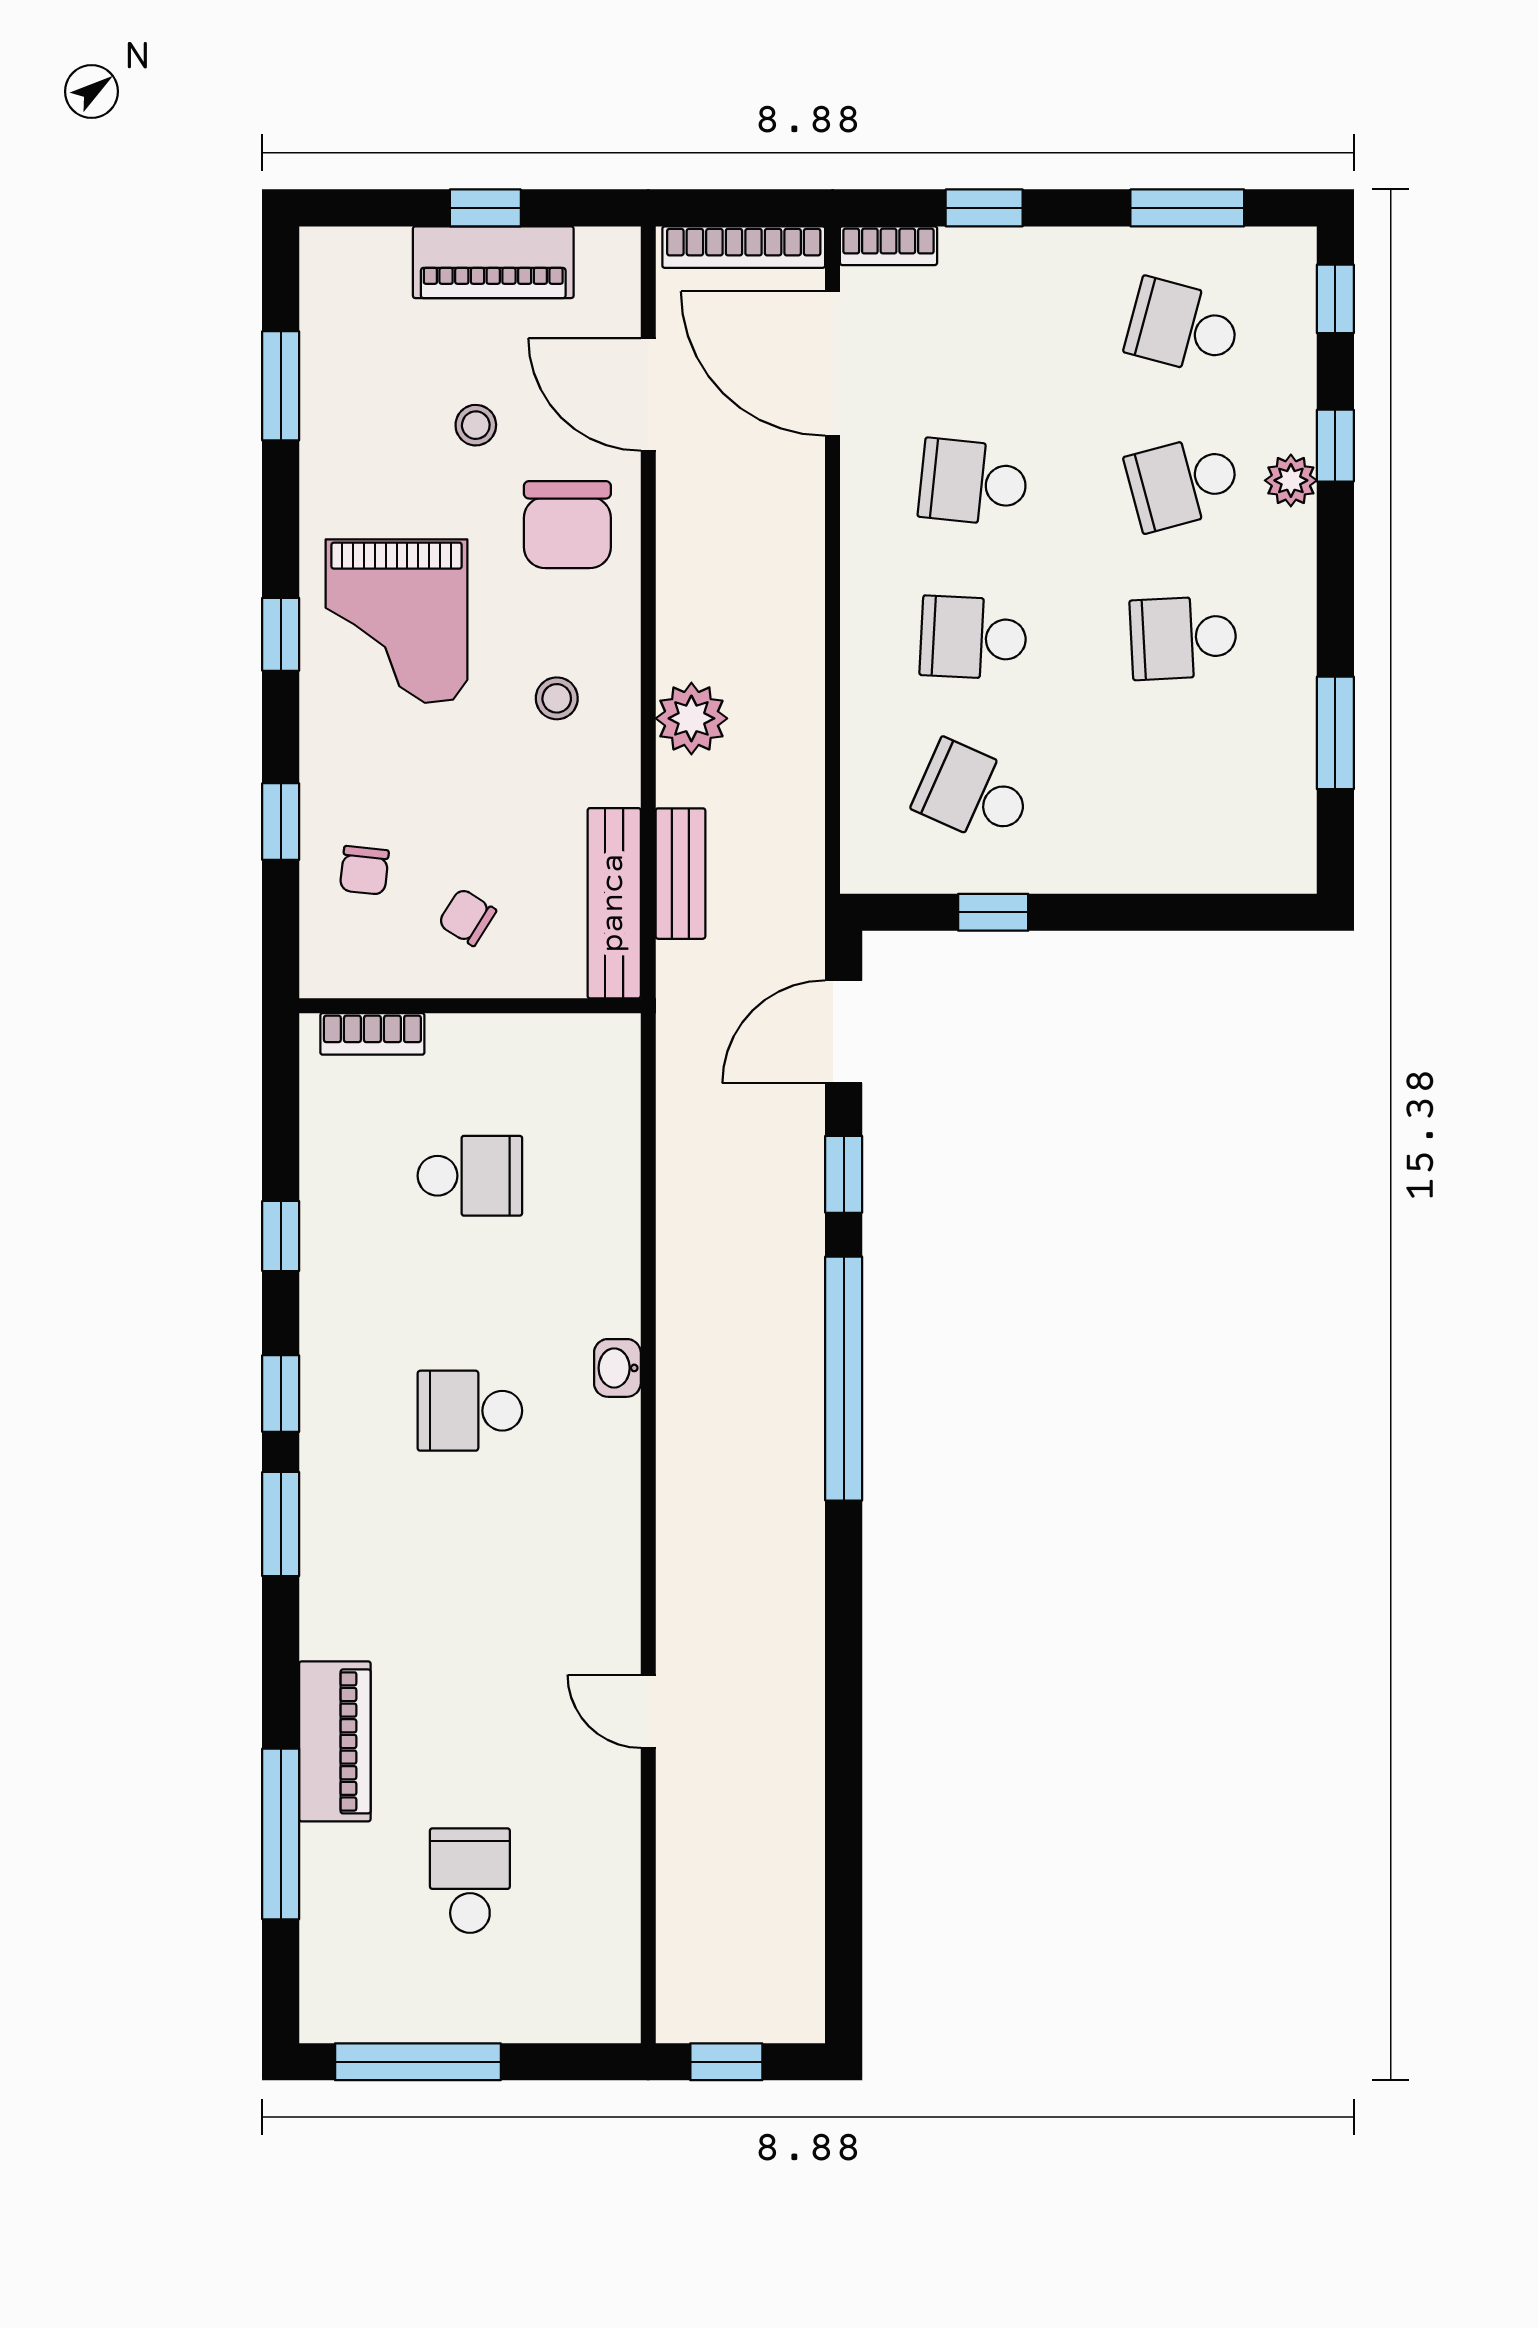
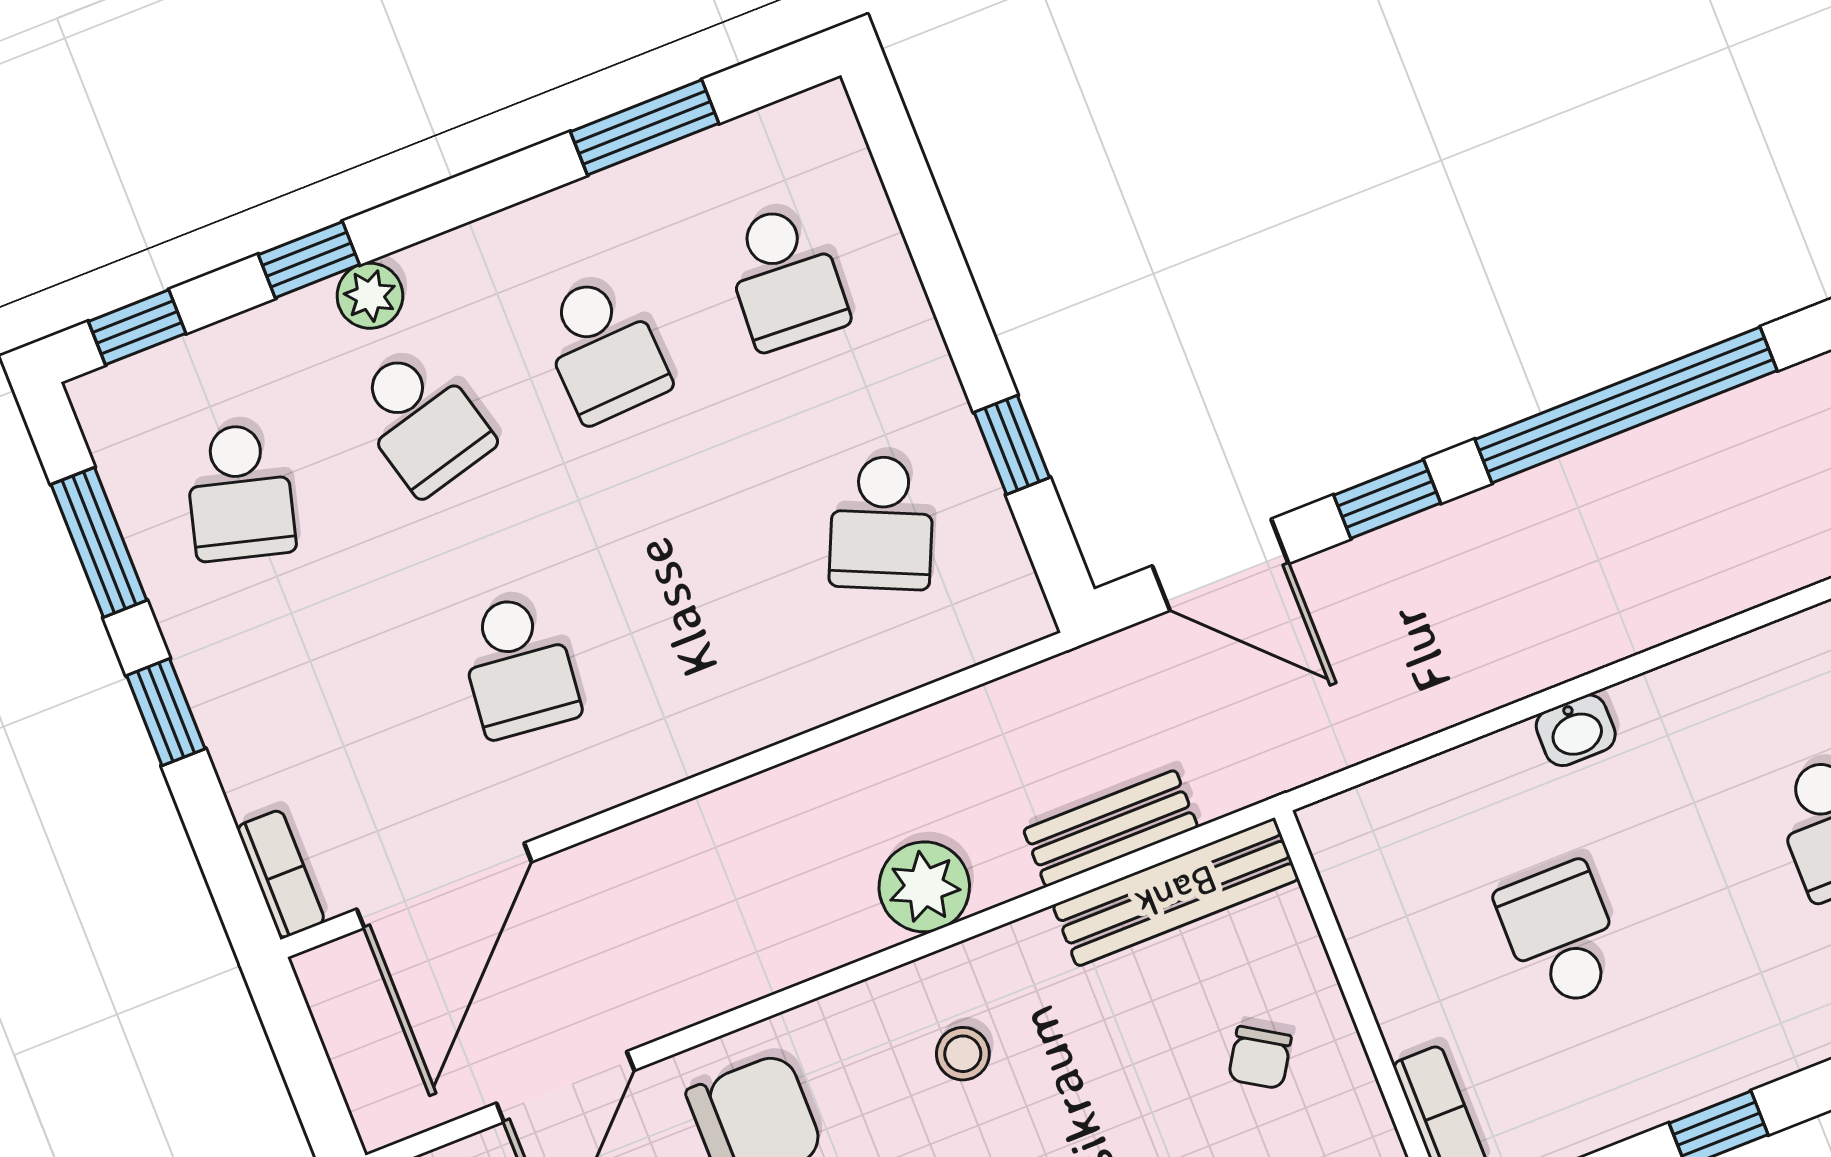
window: (984, 208) -> (166, 712), moved
bookcase: (744, 247) -> (349, 1043), removed
school desk: (973, 638) -> (785, 277), moved
washbasin: (617, 1368) -> (1576, 730), moved

